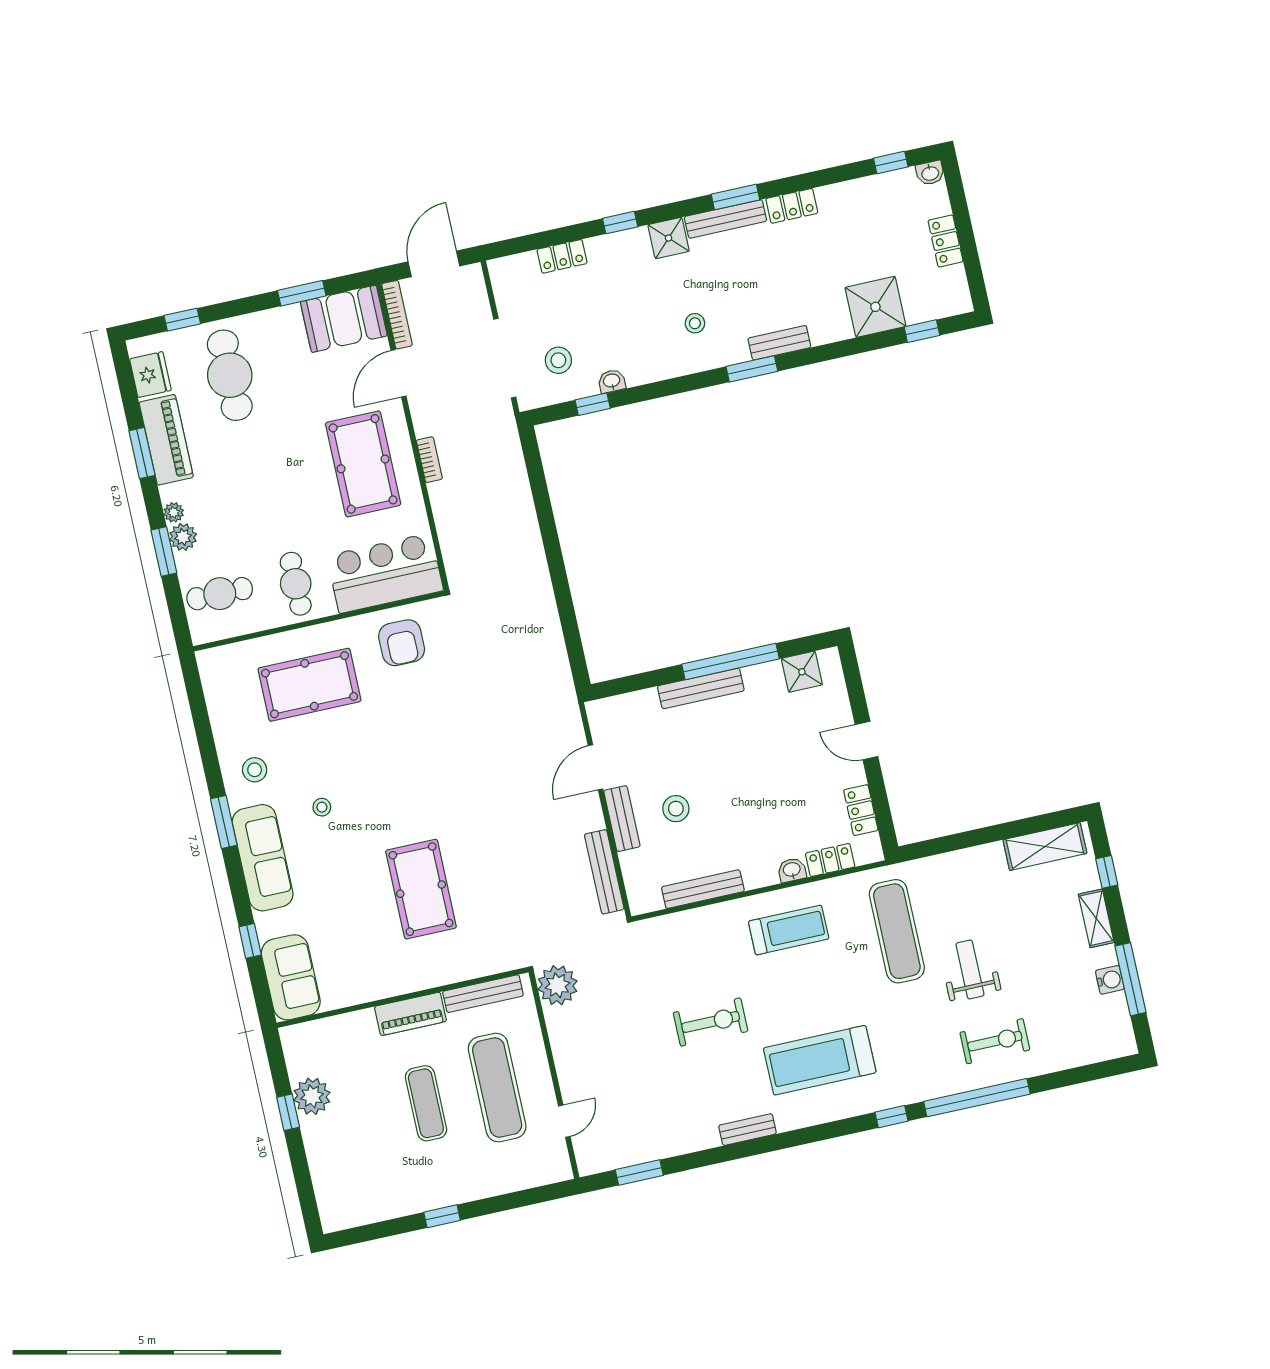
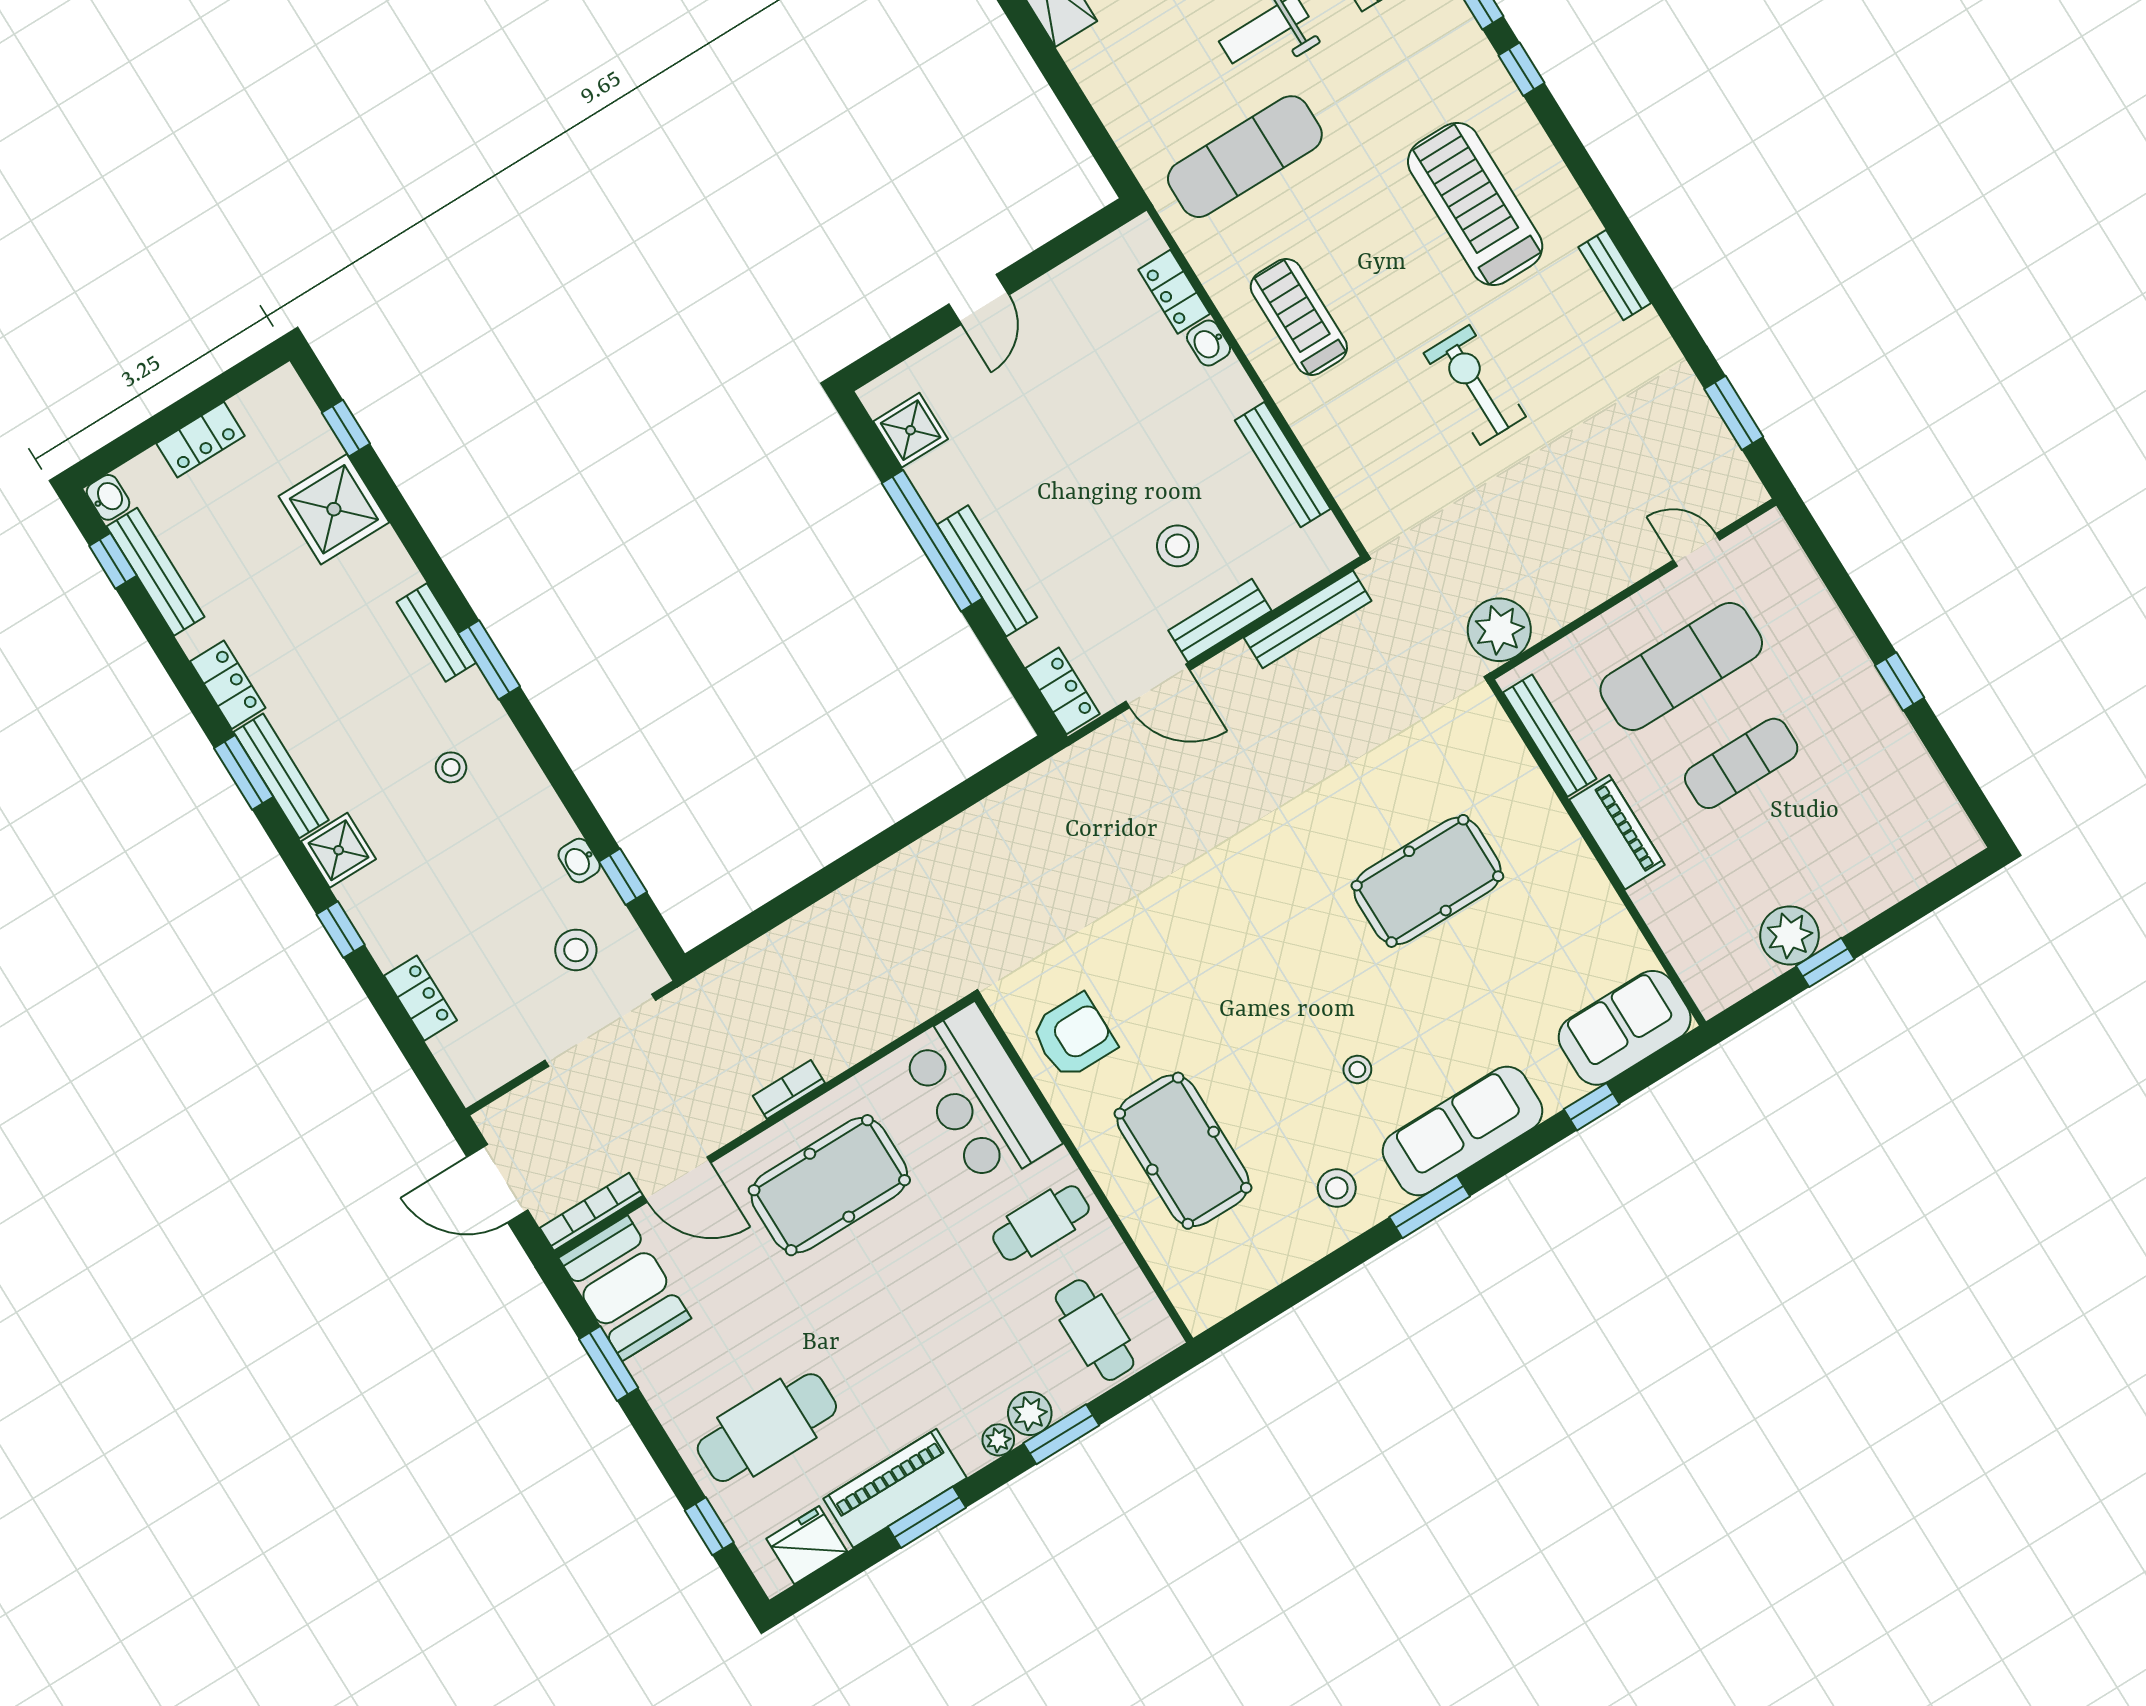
bench: (875, 186) -> (156, 572), added
locker: (861, 810) -> (1063, 691), moved, turned -90
treadmill: (820, 1060) -> (1475, 204), turned 180

